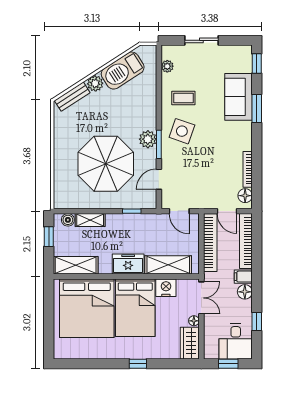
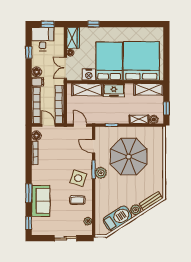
door: (159, 179) -> (94, 146), swing flipped
window: (138, 364) -> (94, 24), moved

